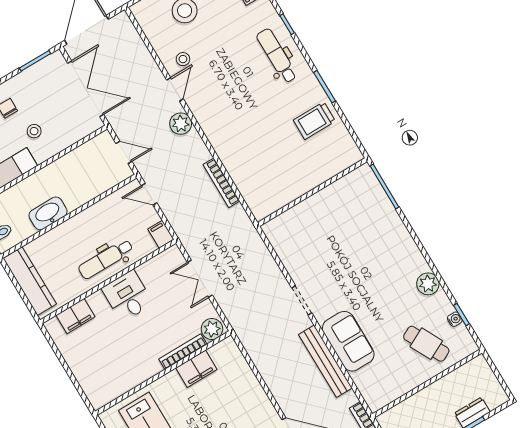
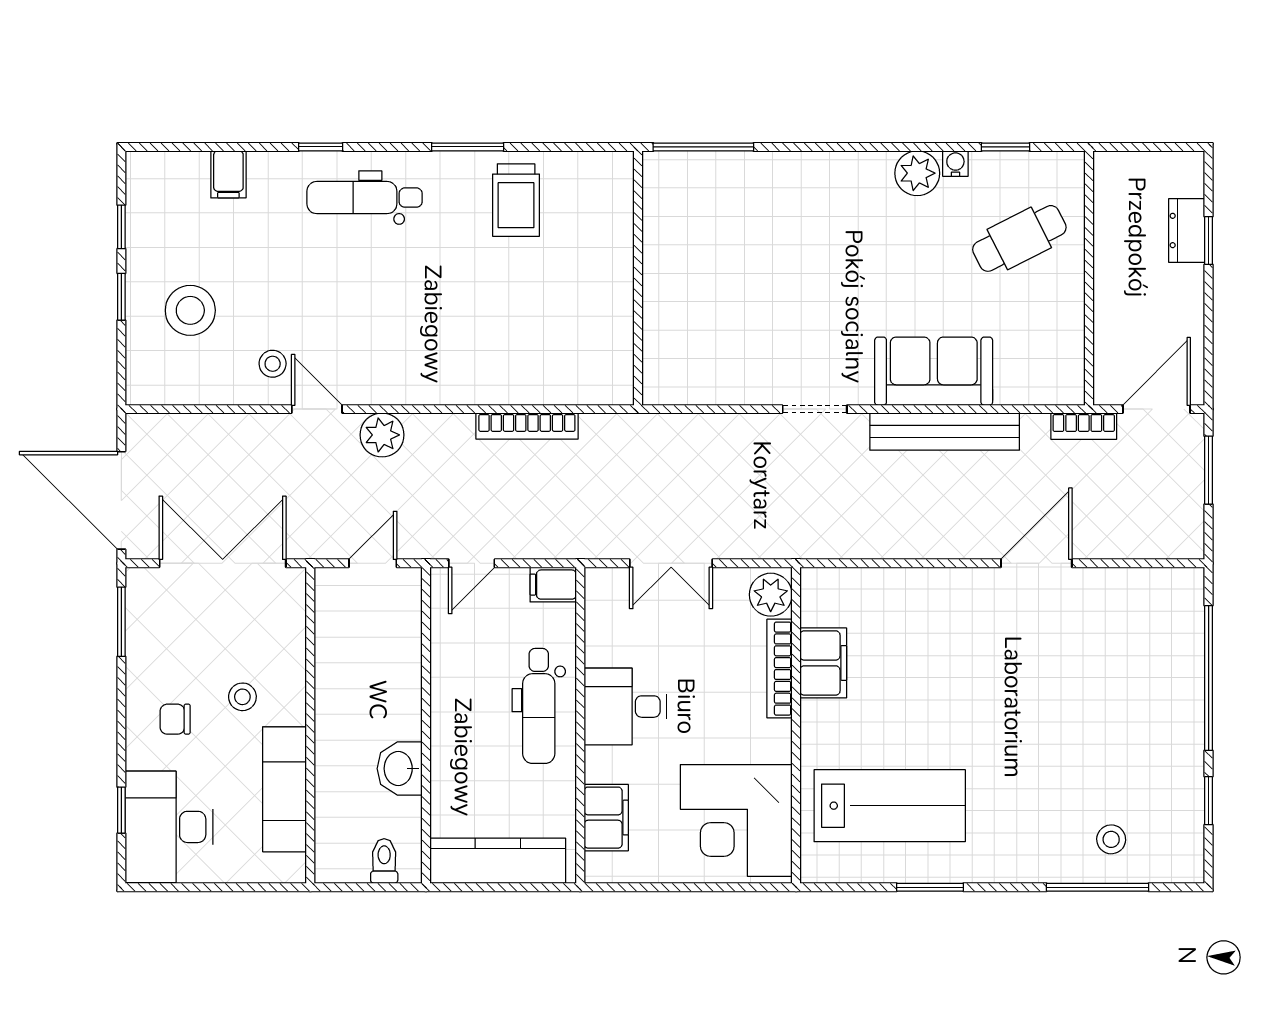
washbasin: (48, 213) -> (400, 769), width x0.72
water cooler: (455, 319) -> (955, 164), moved
corner desk: (107, 372) -> (736, 820), added

